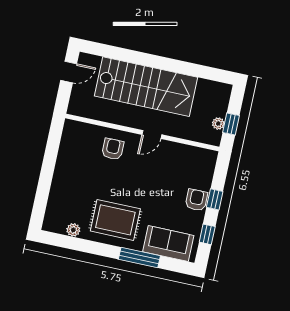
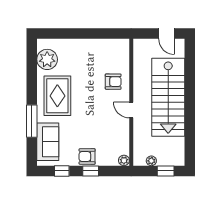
window: (231, 124) -> (166, 171), moved
plant: (211, 156) -> (124, 160), added
armchair: (196, 200) -> (87, 157), turned 180
plant: (73, 230) -> (47, 59), width x1.88, depth x1.88

